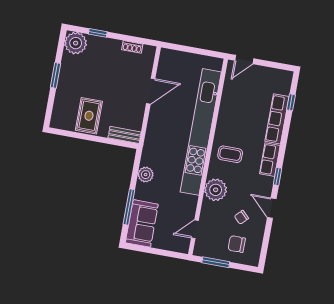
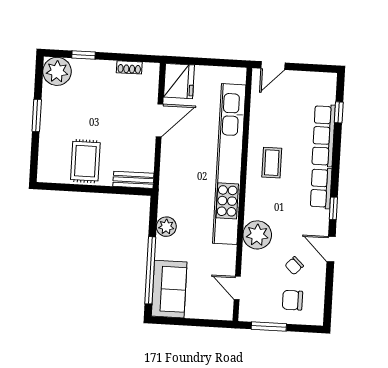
fridge: (170, 62) -> (179, 81), added
coffee table: (230, 154) -> (272, 163), moved, turned 90
window: (129, 207) -> (150, 270), width x1.46
door: (195, 229) -> (237, 288), hinge flipped

